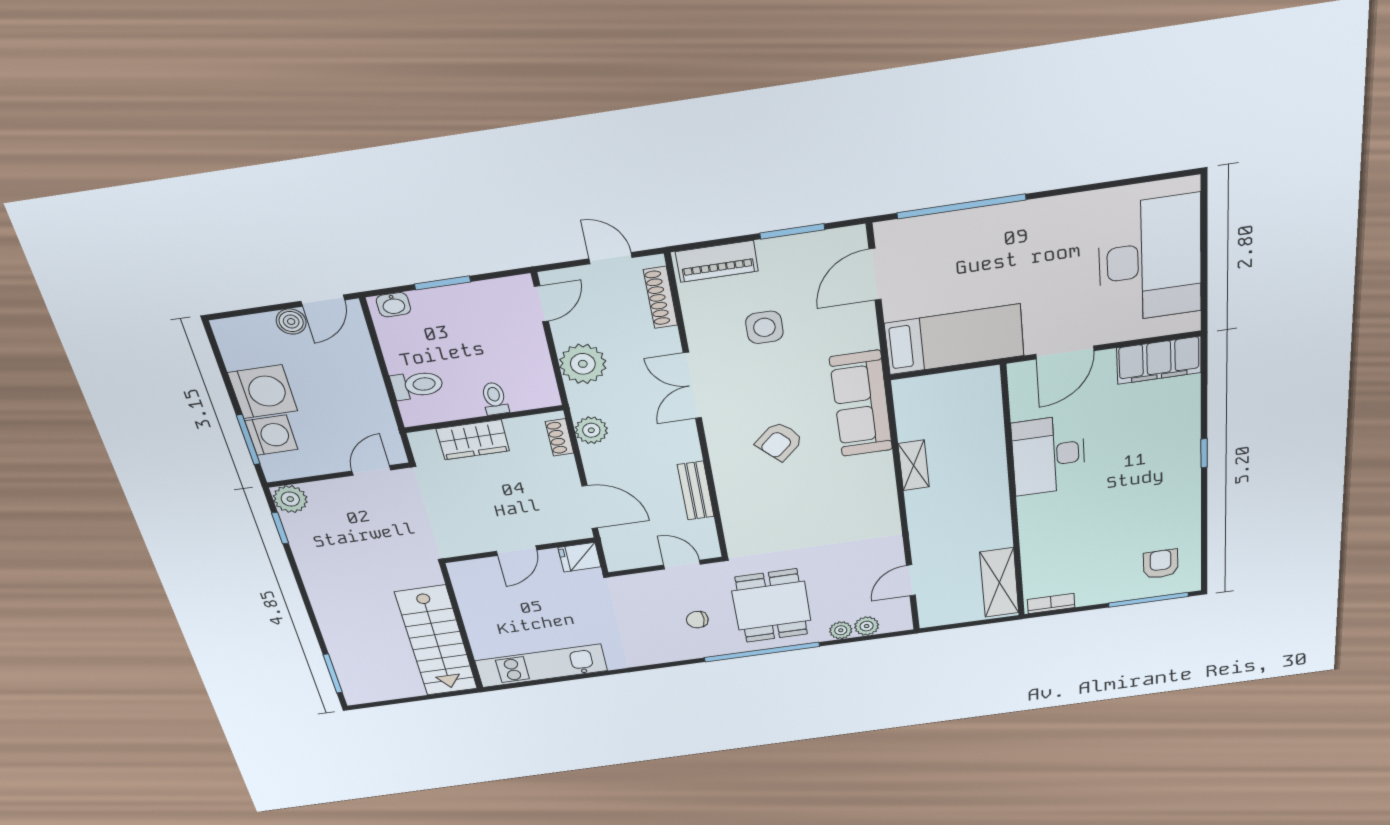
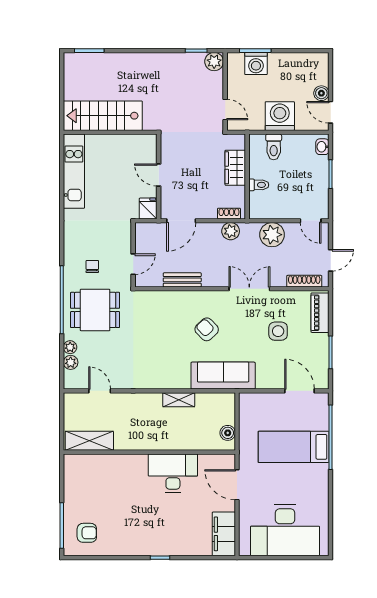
bed: (954, 339) -> (294, 447), moved, turned 90
boiler: (968, 381) -> (228, 433), added
washing machine: (263, 392) -> (280, 116), moved, turned 180
bookcase: (1051, 603) -> (69, 469), removed

